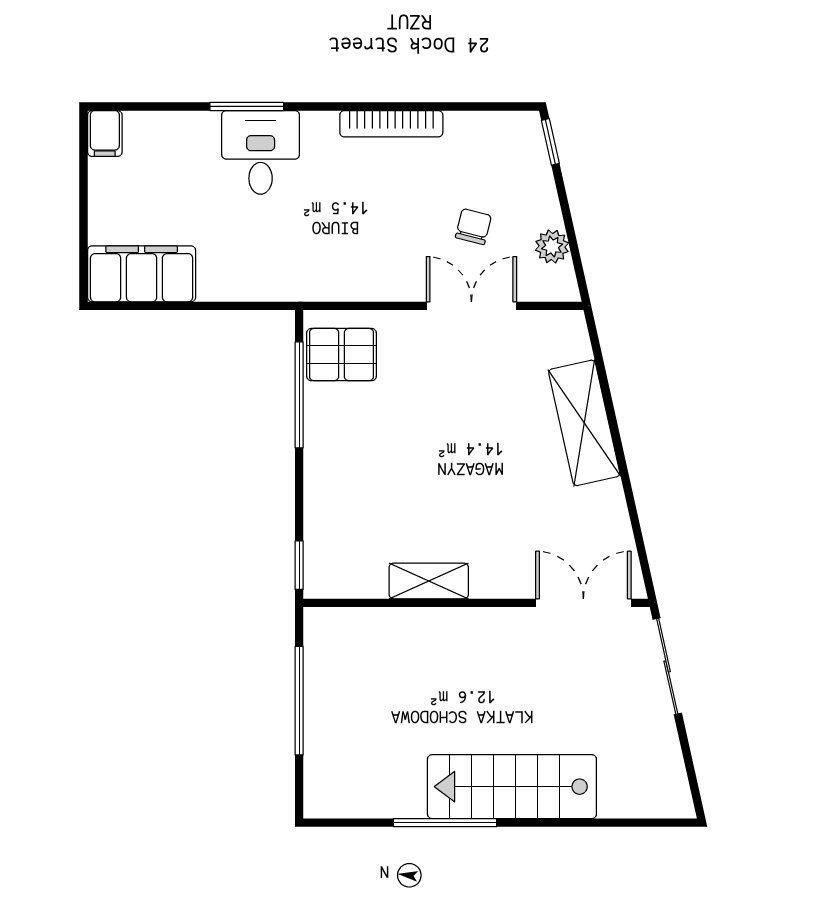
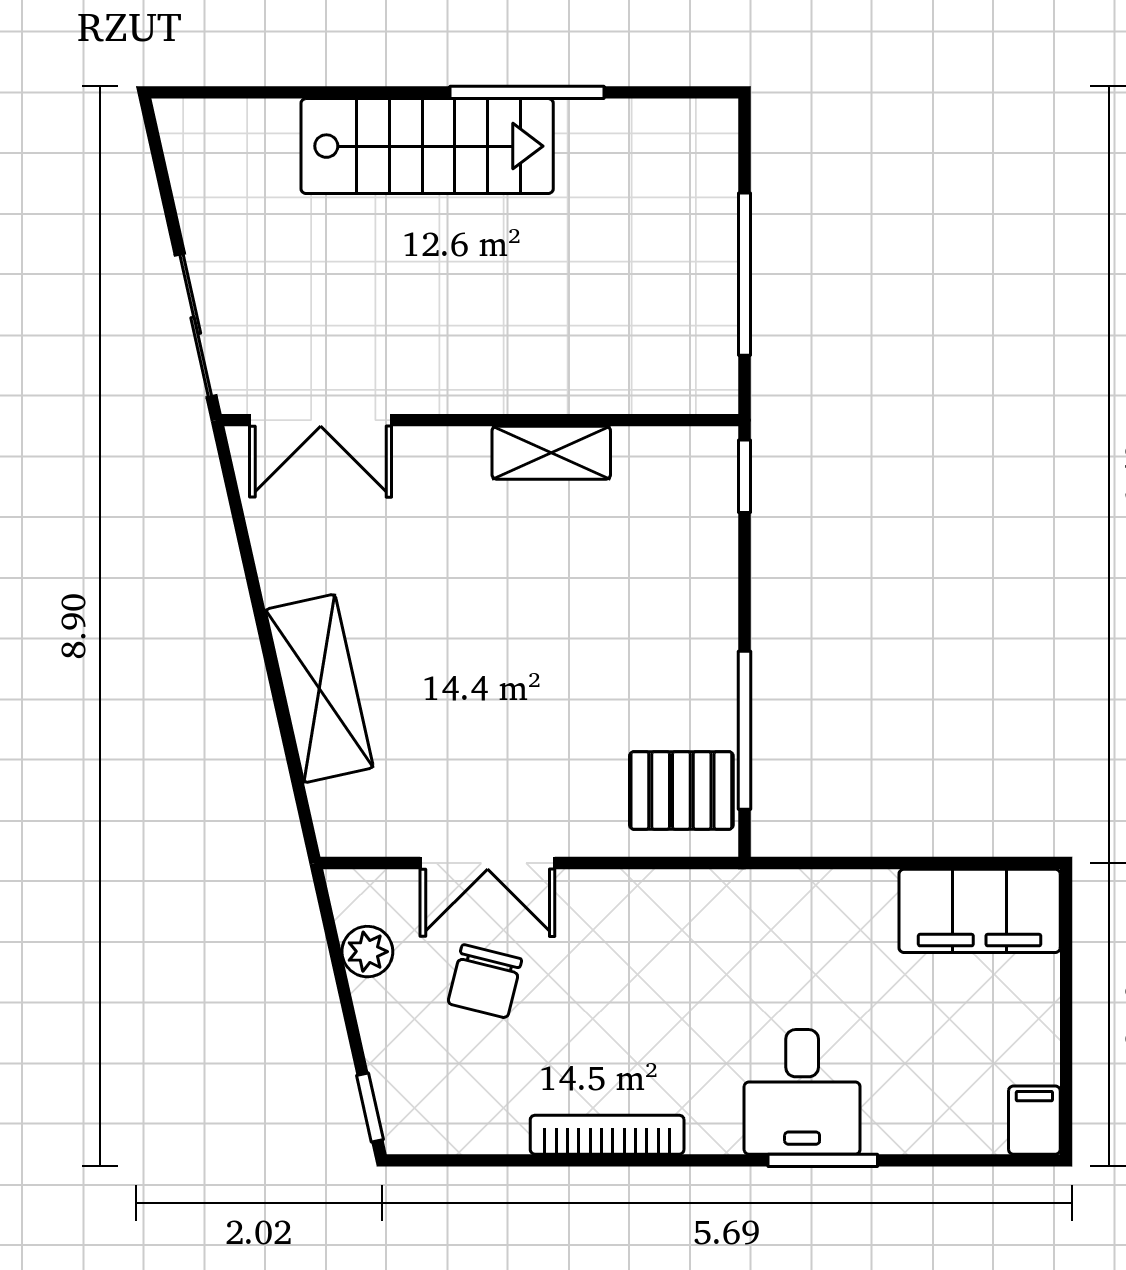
chair: (473, 227) -> (485, 981), width x1.37, depth x1.37

